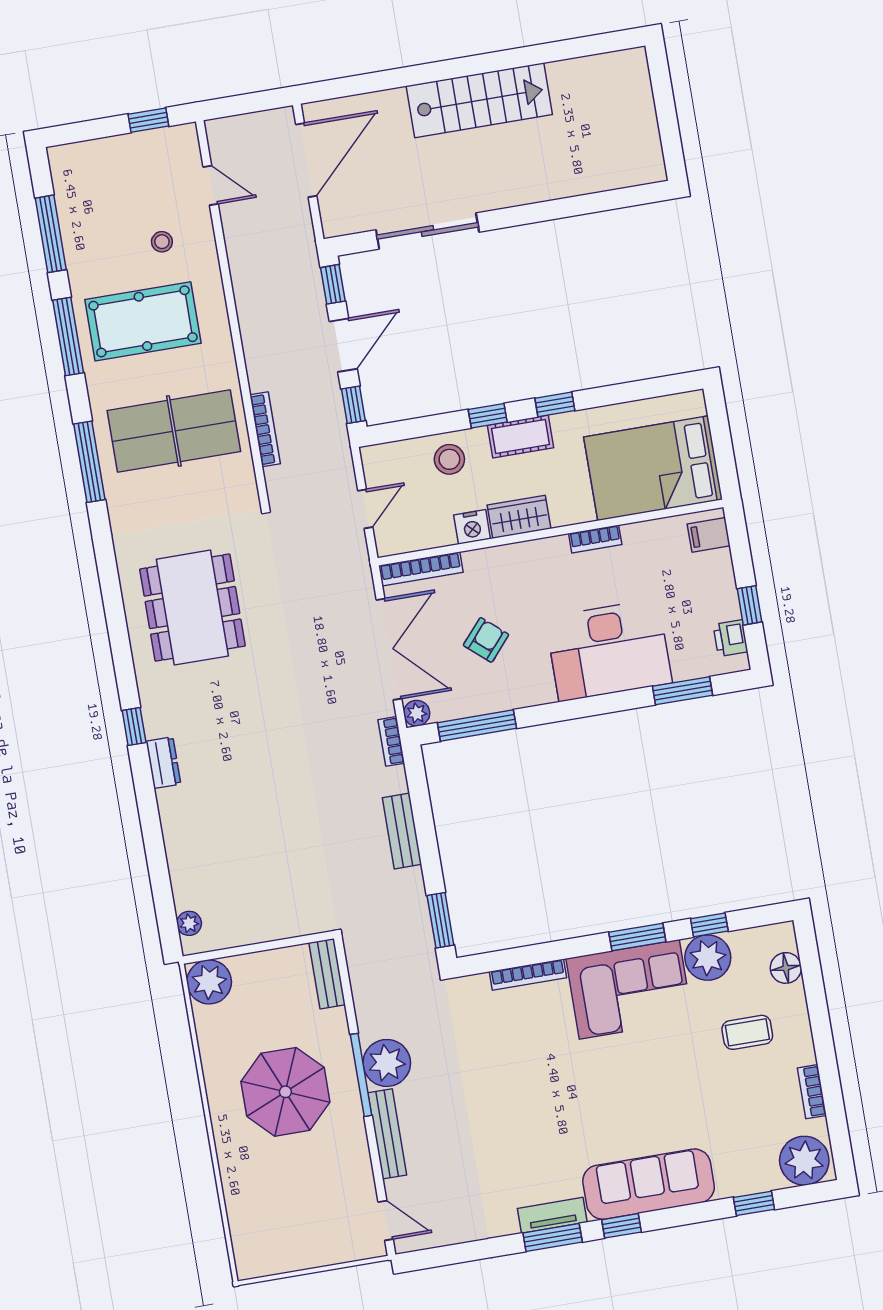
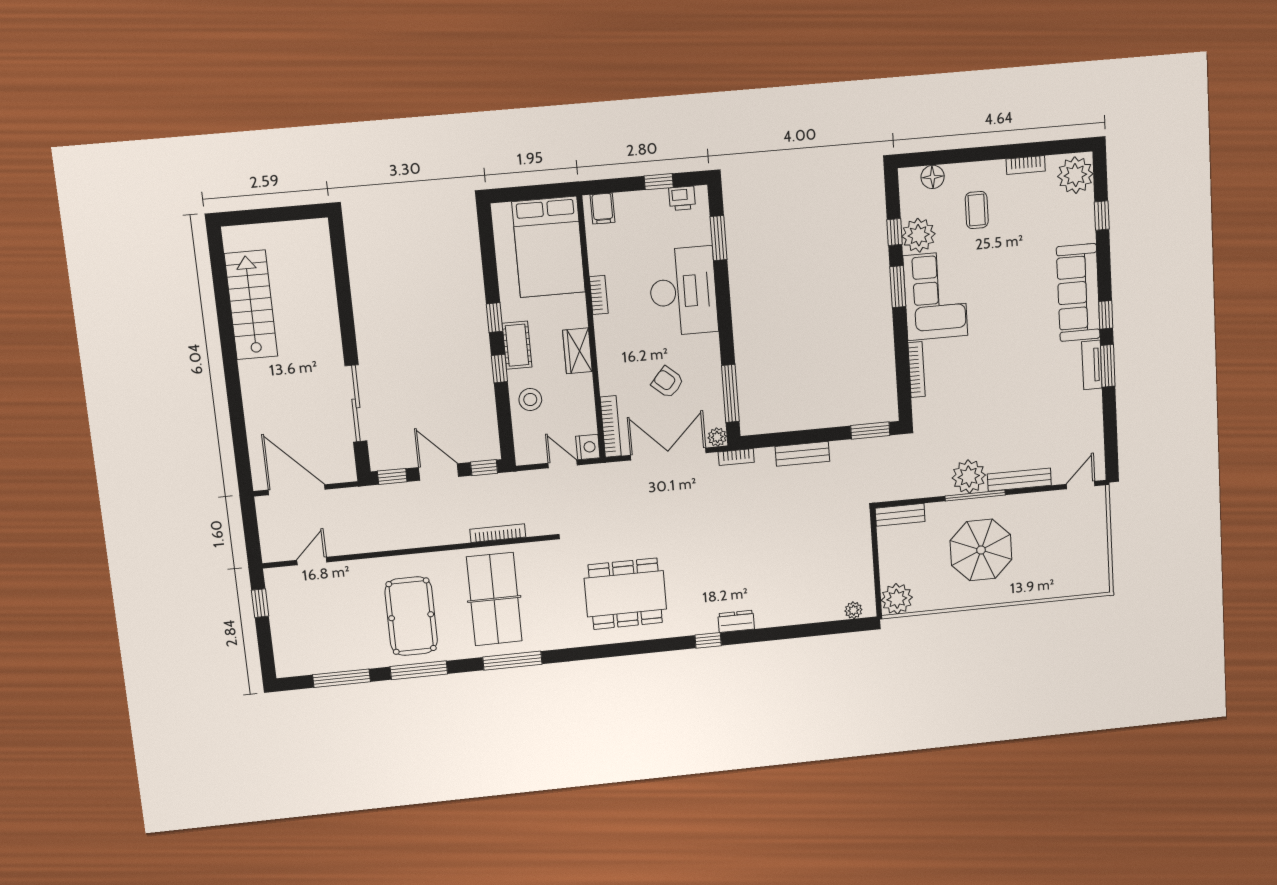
stairs: (479, 100) -> (251, 305), moved
stool: (162, 242) -> (352, 599), removed
nightstand: (472, 527) -> (588, 447), moved

